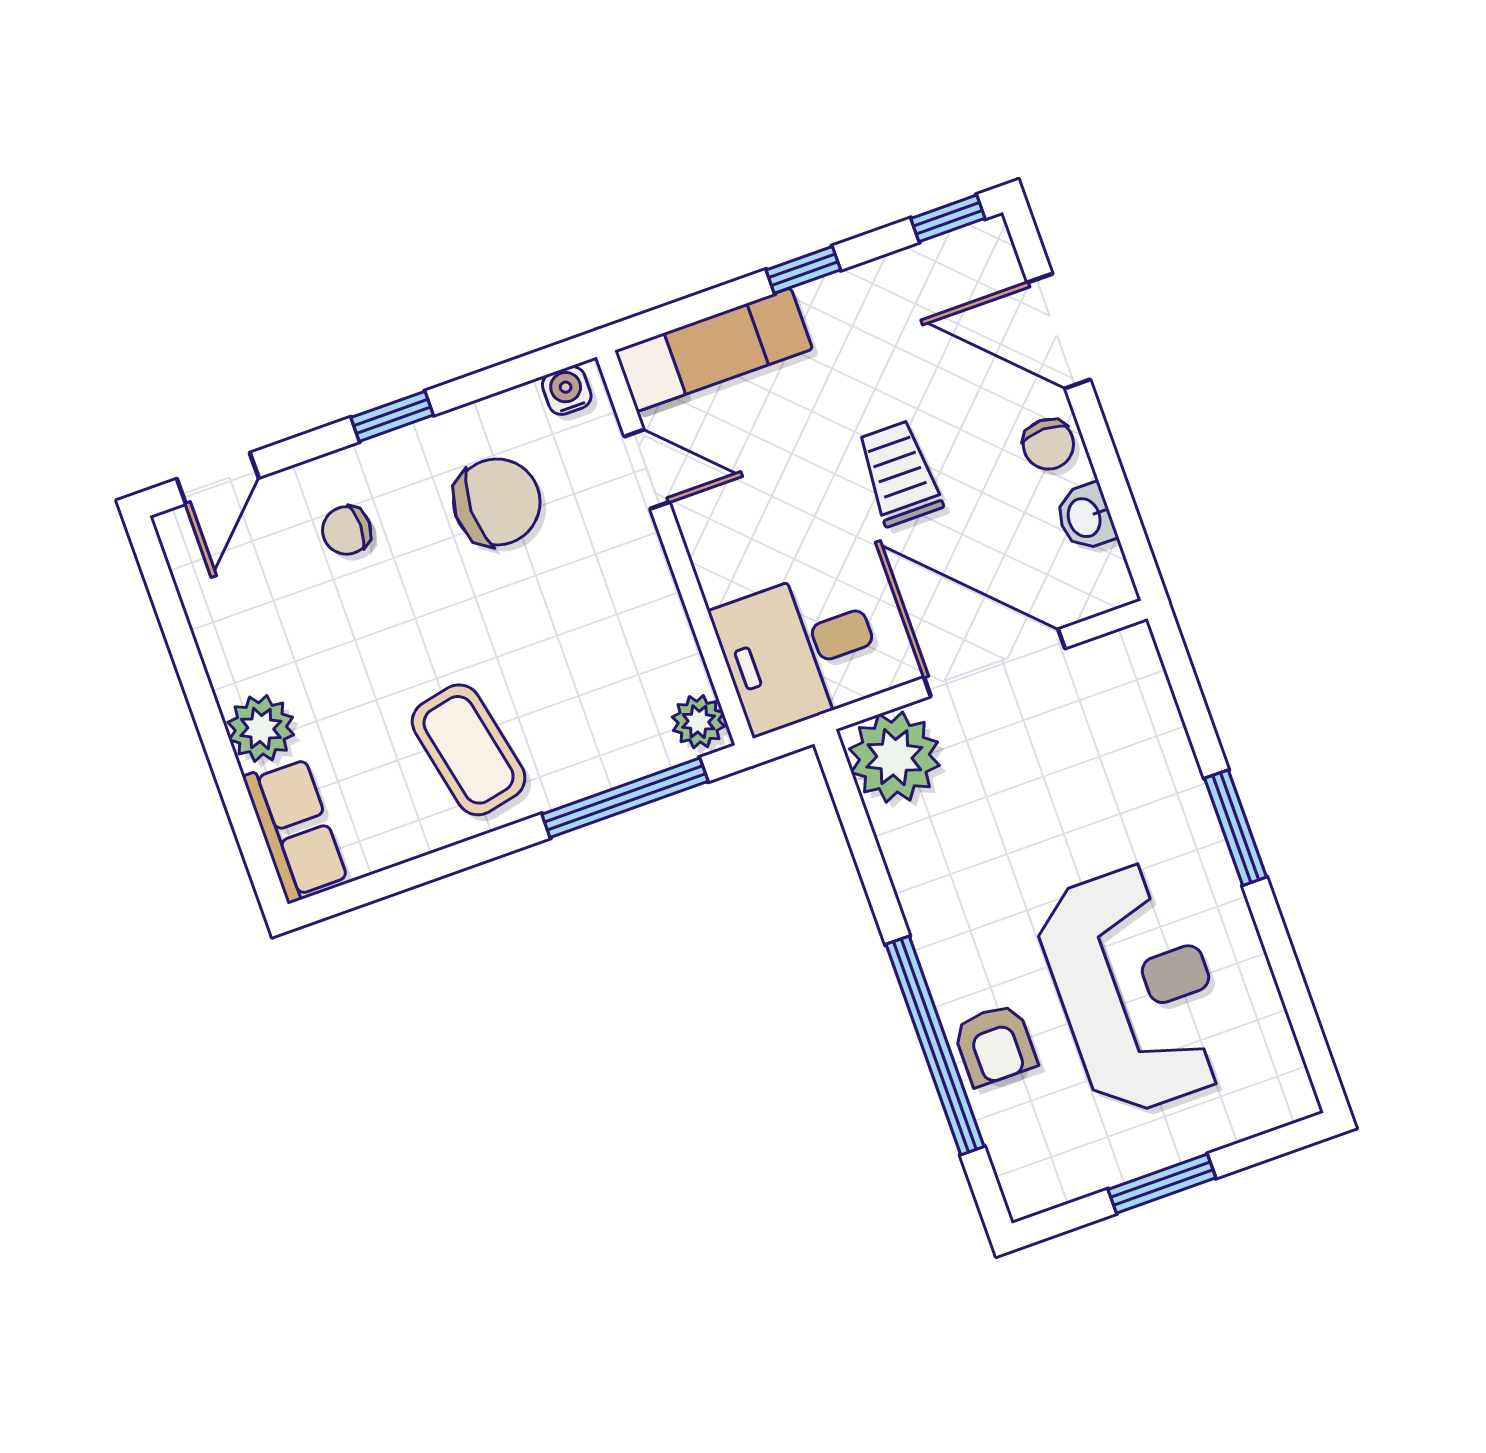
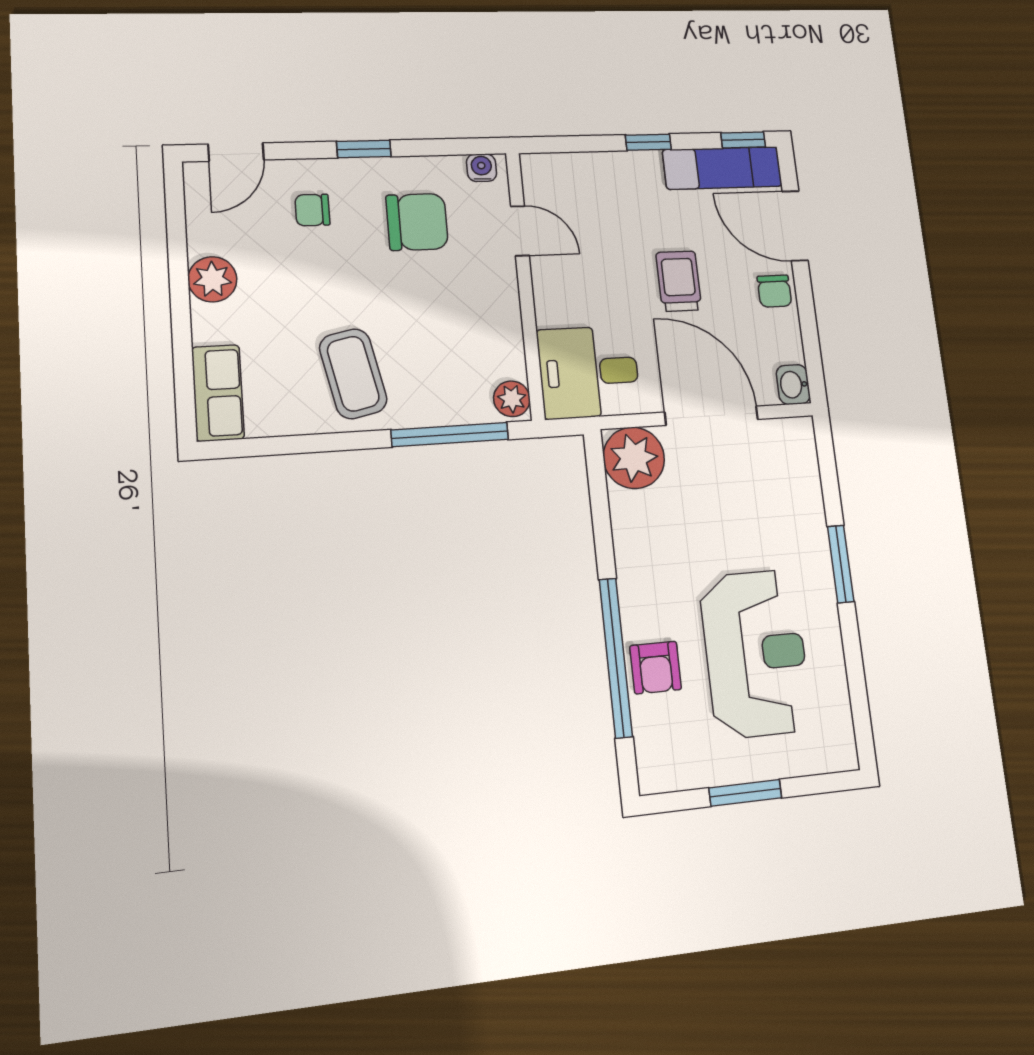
exam couch: (714, 350) -> (722, 168), moved
washbasin: (1086, 517) -> (793, 385), moved
plant: (261, 728) -> (212, 279), moved

